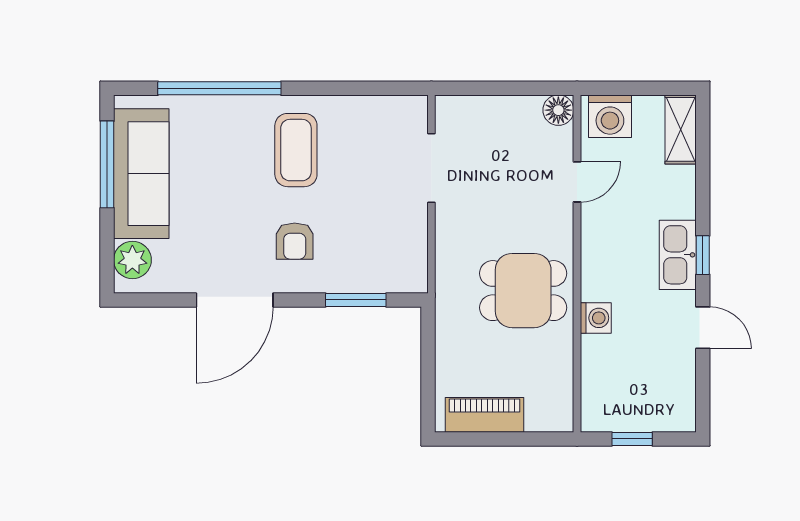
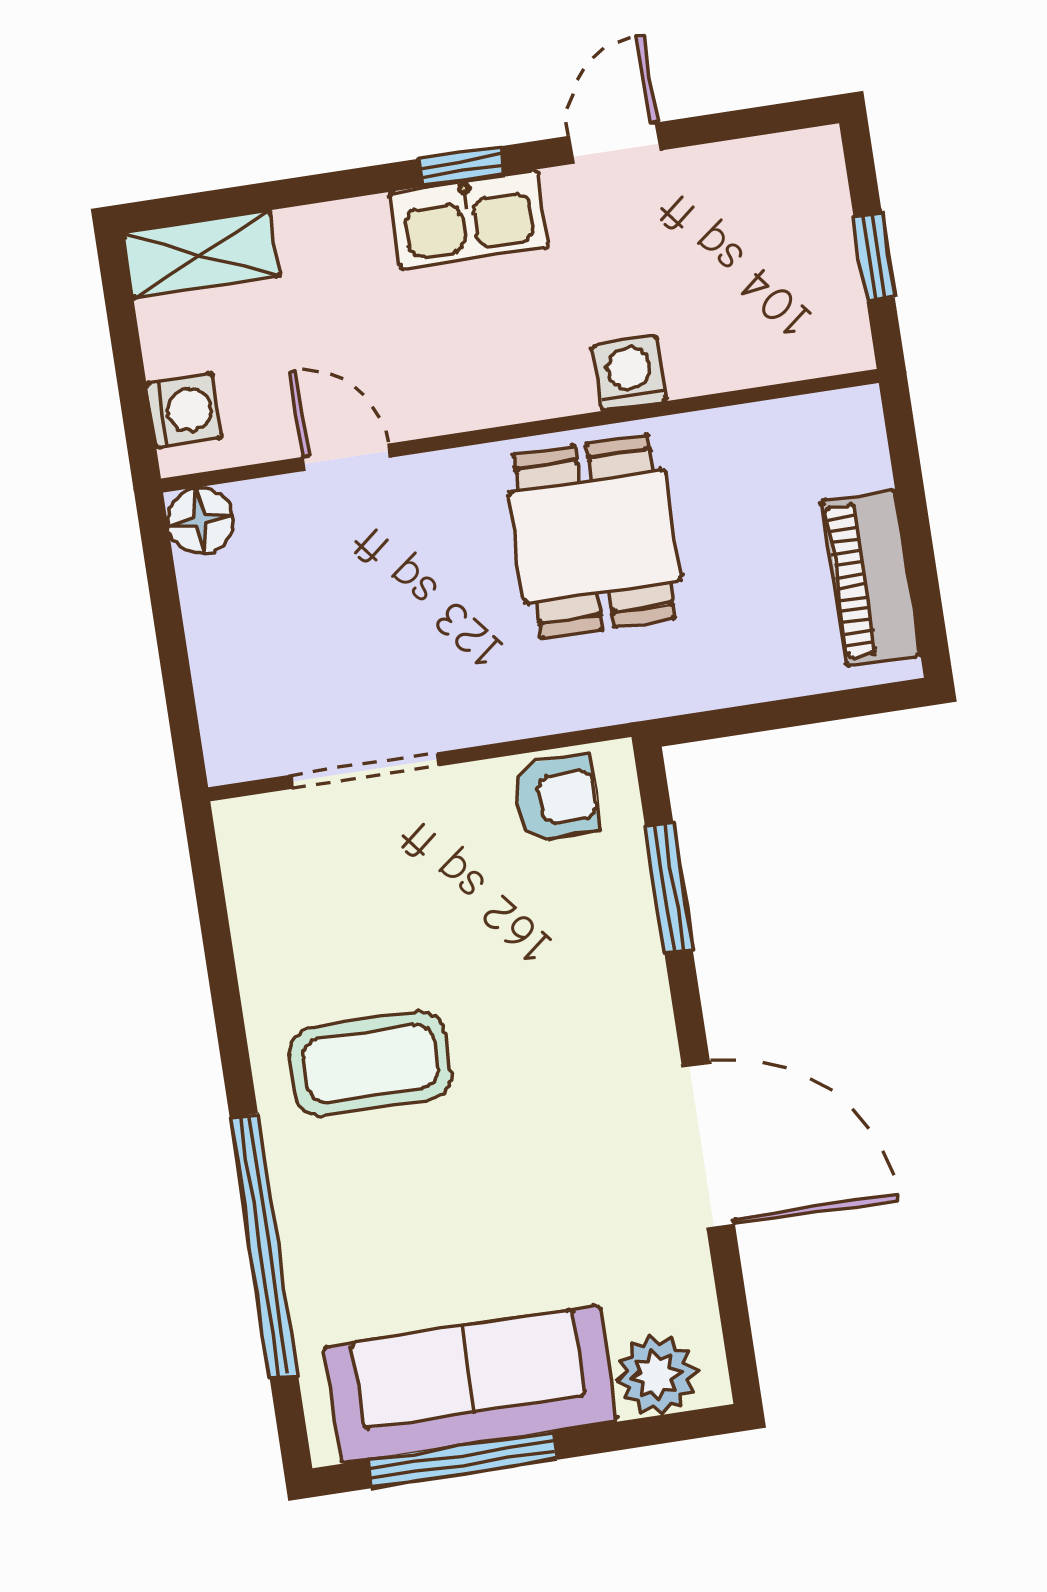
washing machine: (610, 116) -> (184, 411), width x0.73, depth x0.73
armchair: (295, 241) -> (557, 798), moved

